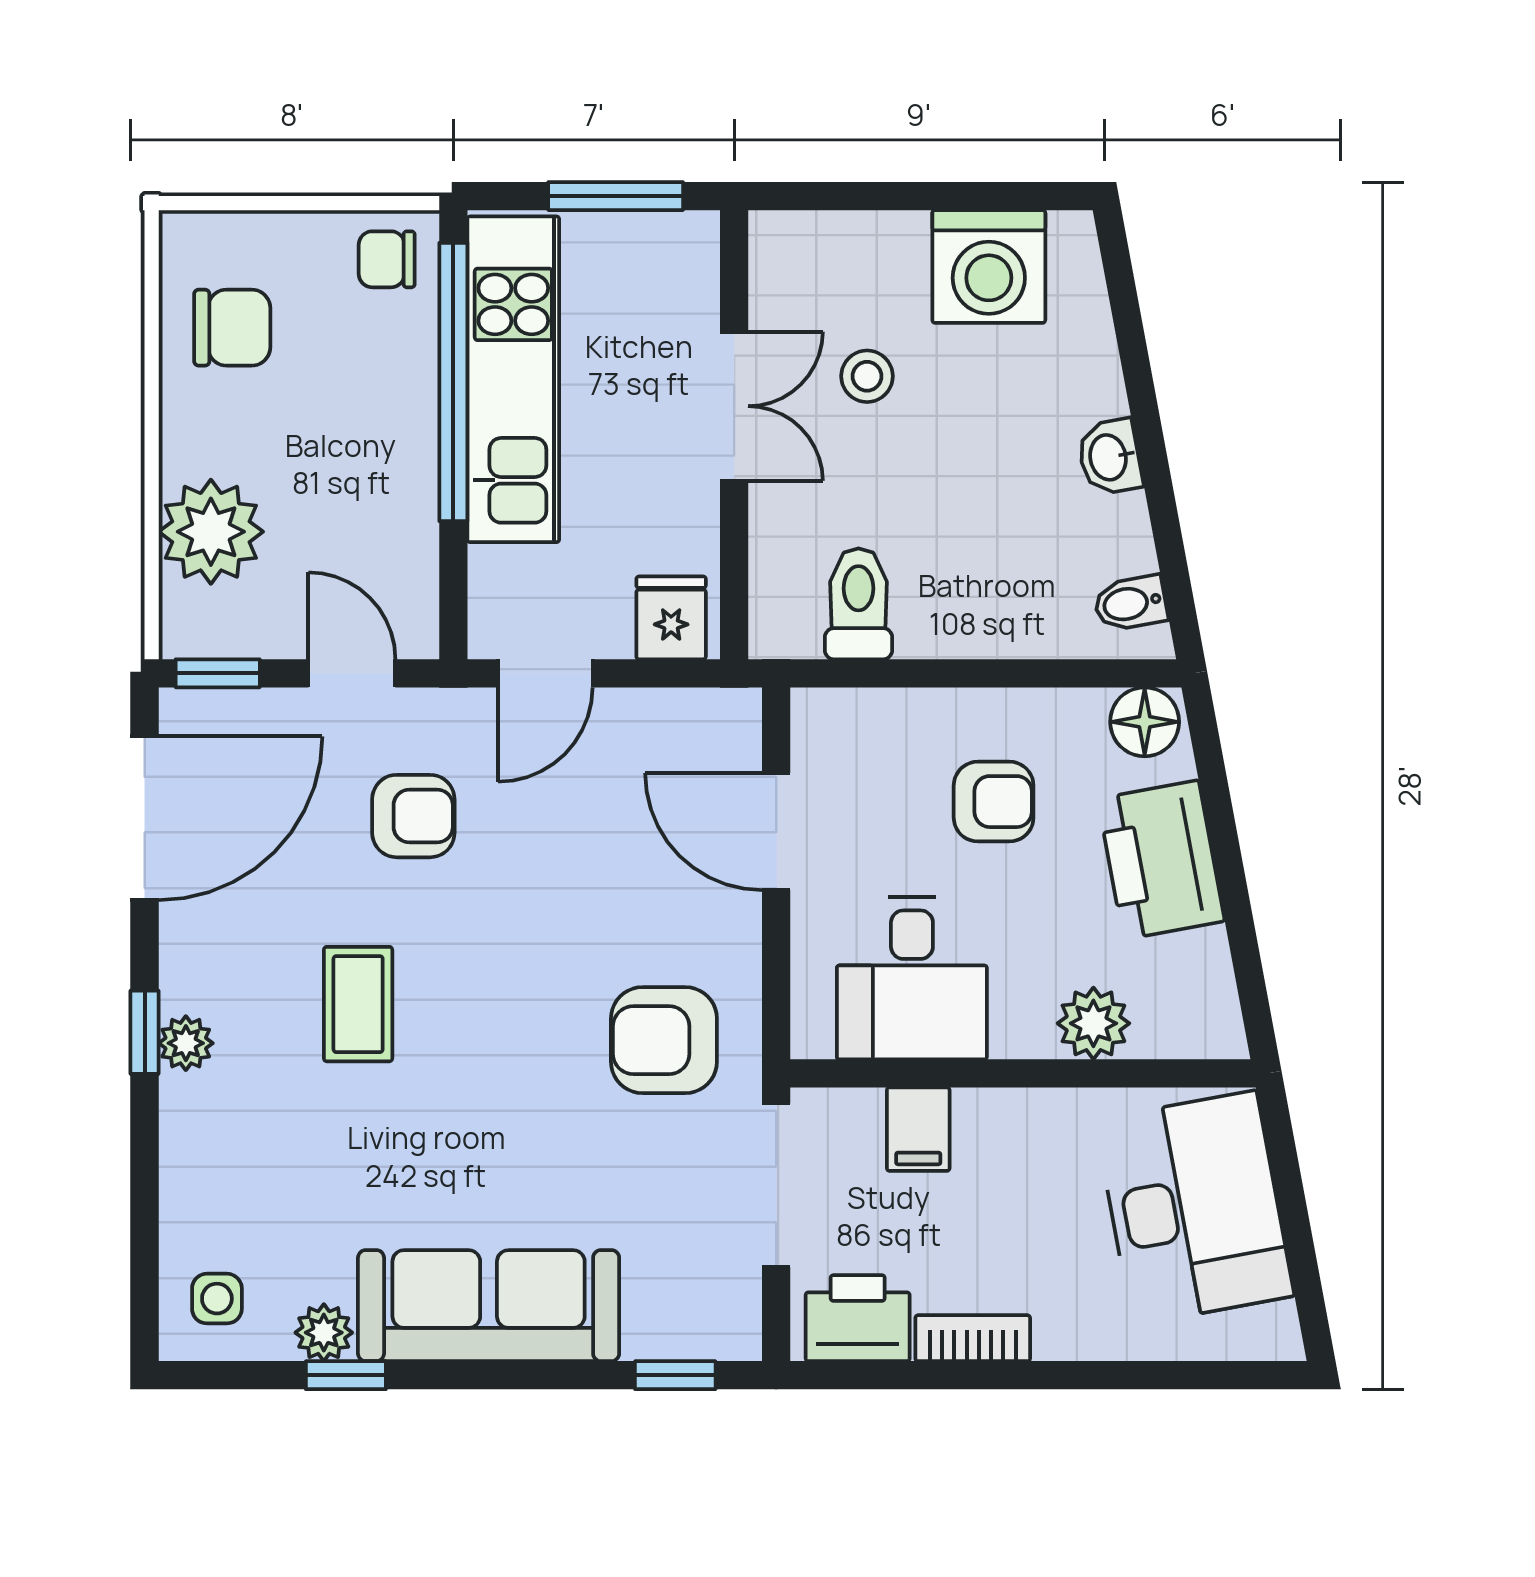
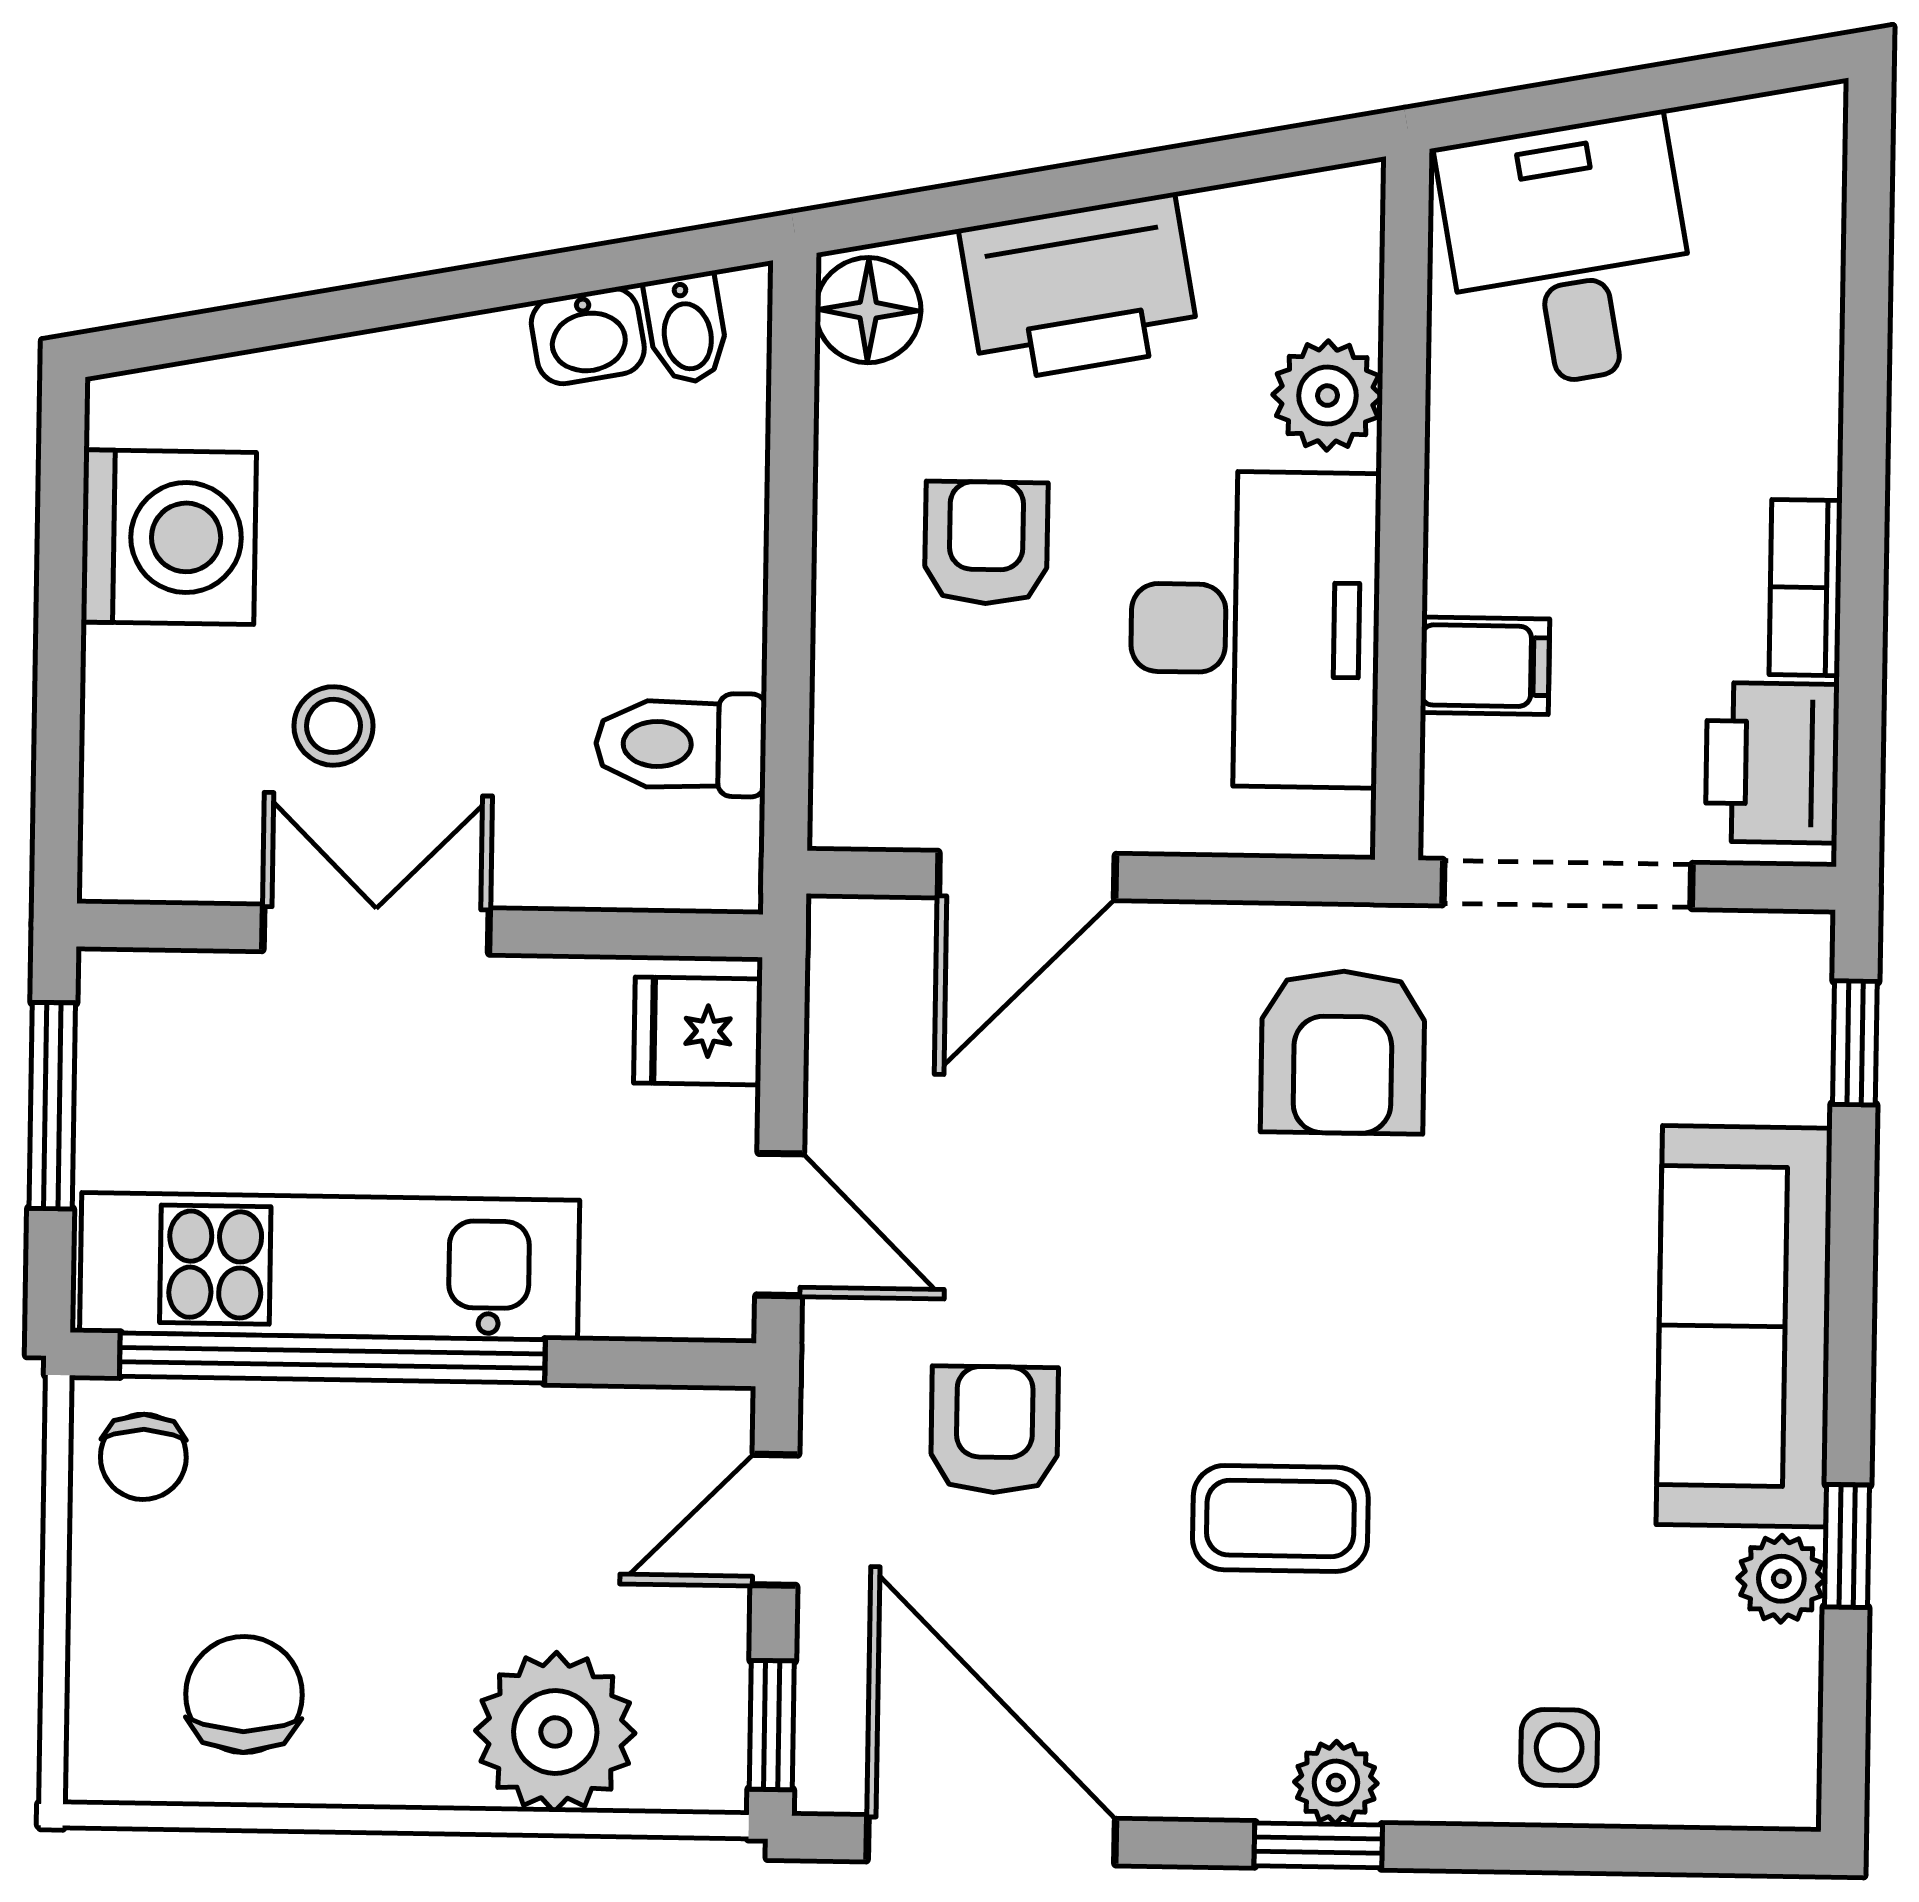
washbasin: (1110, 457) -> (588, 336), moved
desk: (912, 978) -> (1255, 629), width x1.37
desk: (1194, 1208) -> (1569, 253), width x0.73
side table: (217, 1299) -> (1559, 1748), moved

